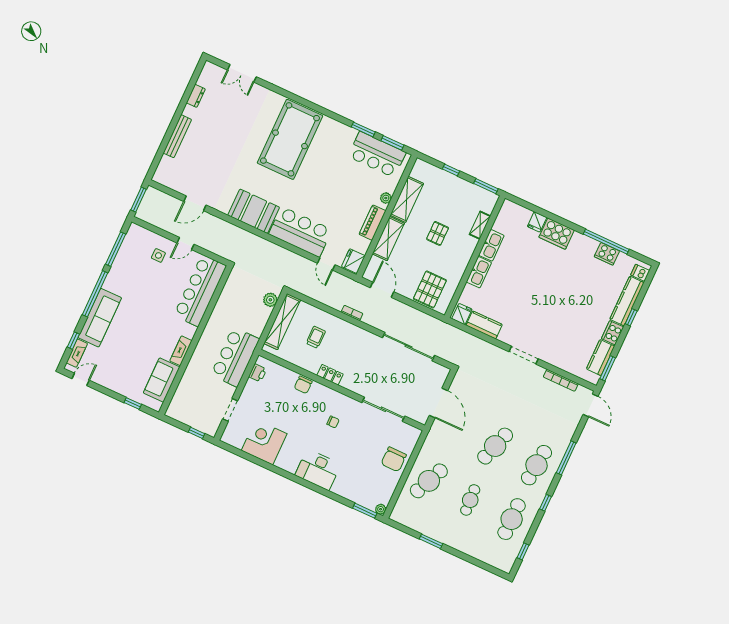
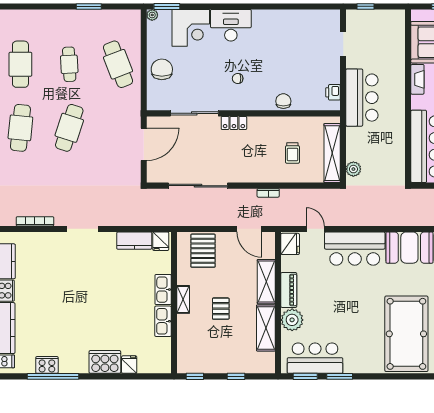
window: (486, 186) -> (195, 376), width x0.67
plant: (386, 198) -> (292, 320), width x1.87, depth x1.87
shelving: (480, 225) -> (183, 299), moved
locker: (330, 375) -> (234, 123), moved
door: (438, 403) -> (144, 144), swing flipped
corner desk: (264, 442) -> (191, 28), moved
cafe table: (429, 481) -> (118, 64), turned -45

